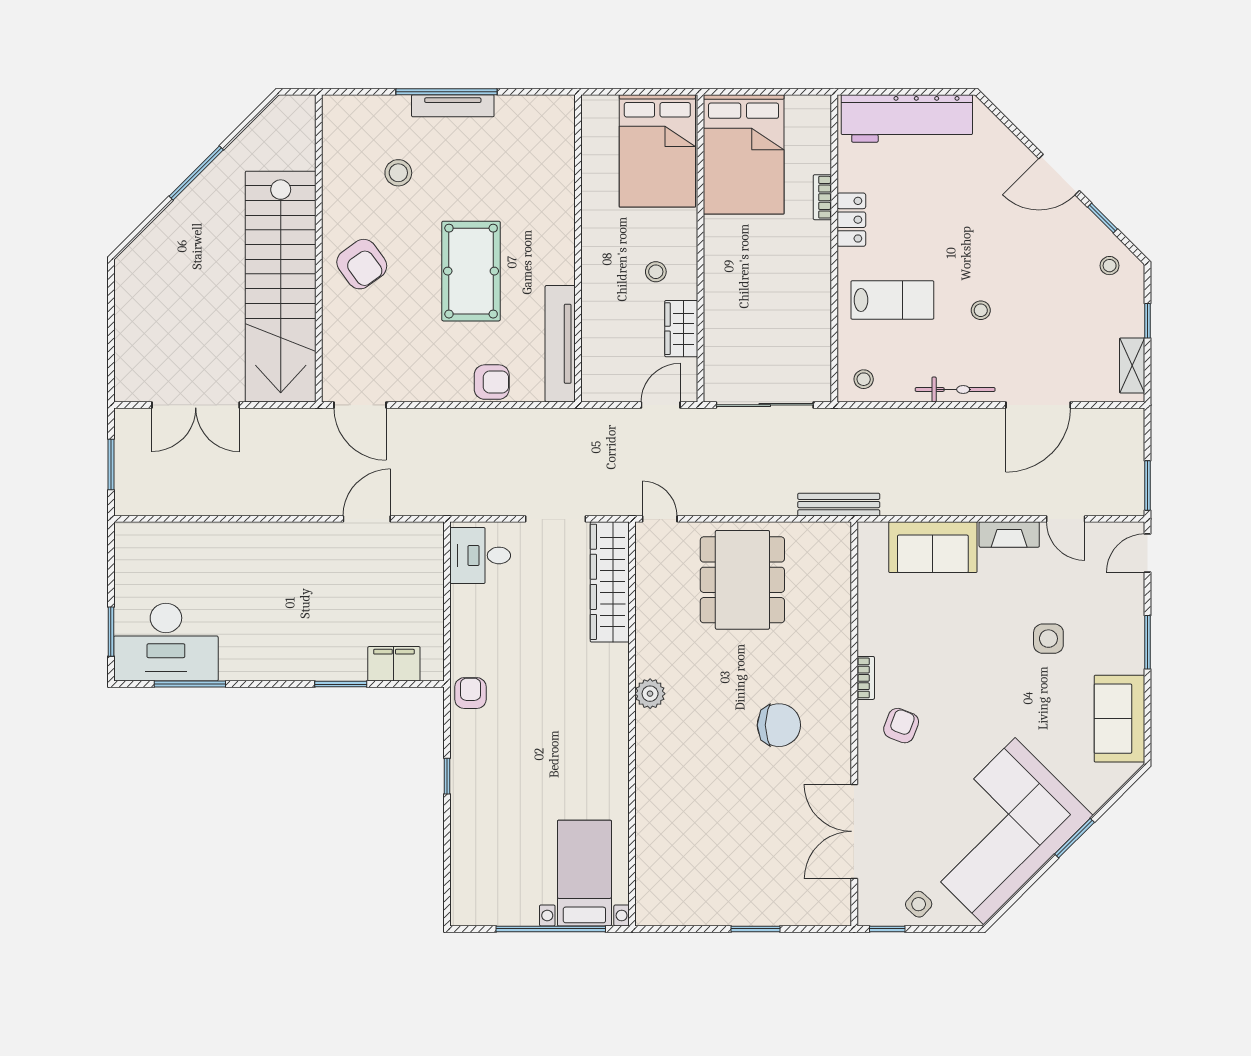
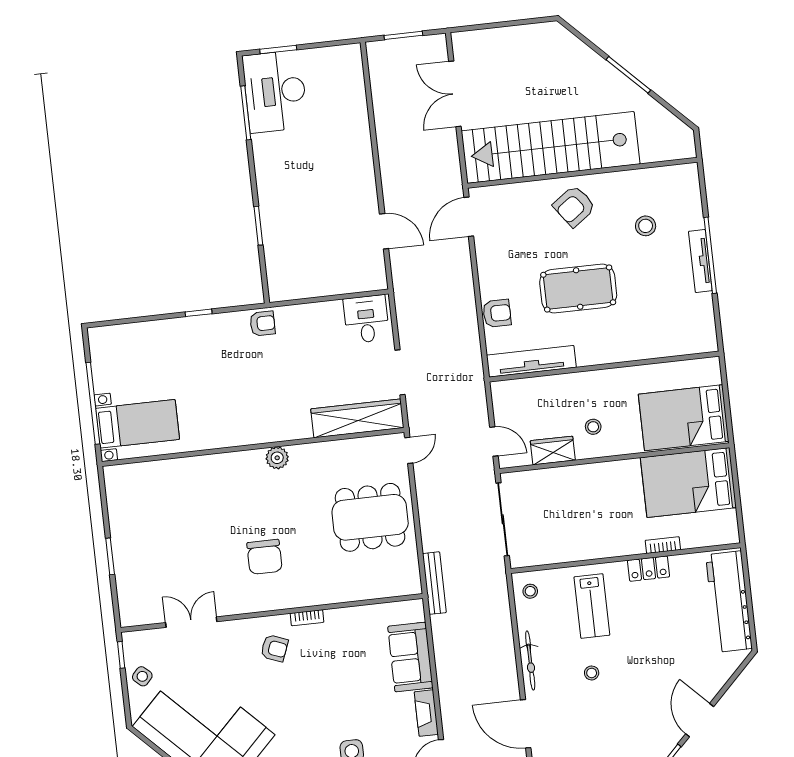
armchair: (492, 382) -> (497, 313), turned -90
filing cabinet: (394, 664) -> (278, 264), removed
double door: (854, 831) -> (191, 622), width x0.73

